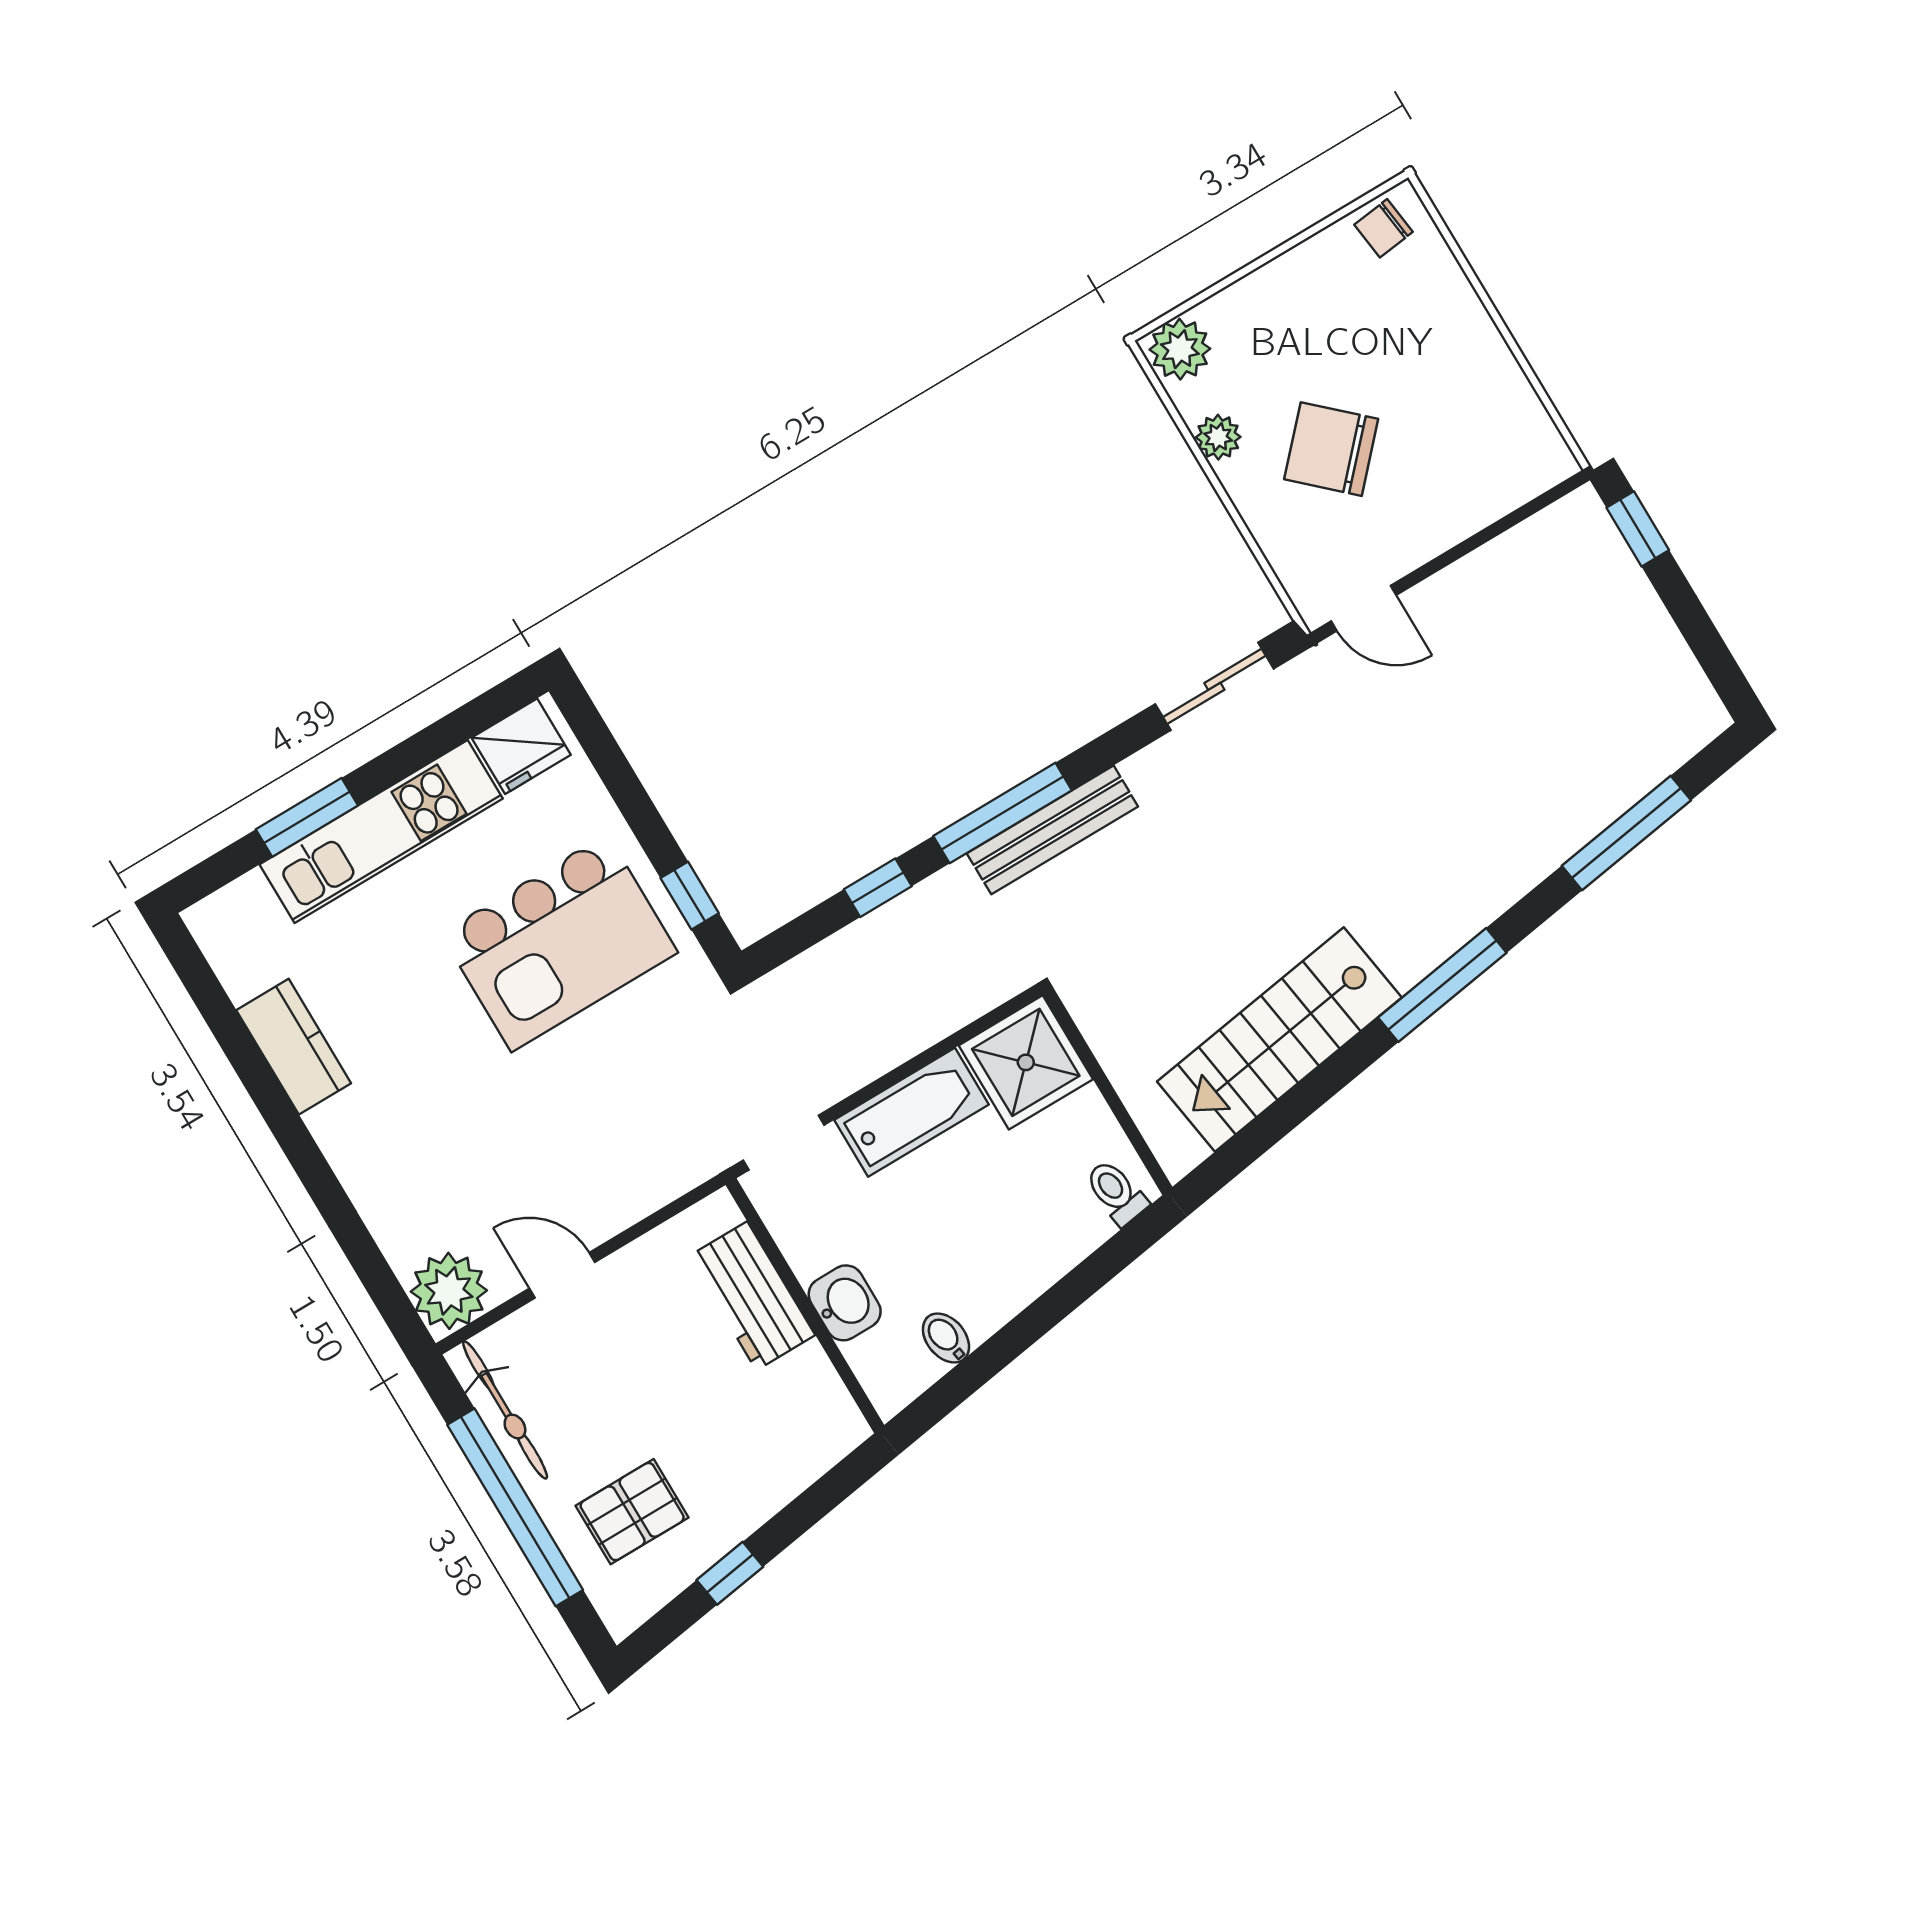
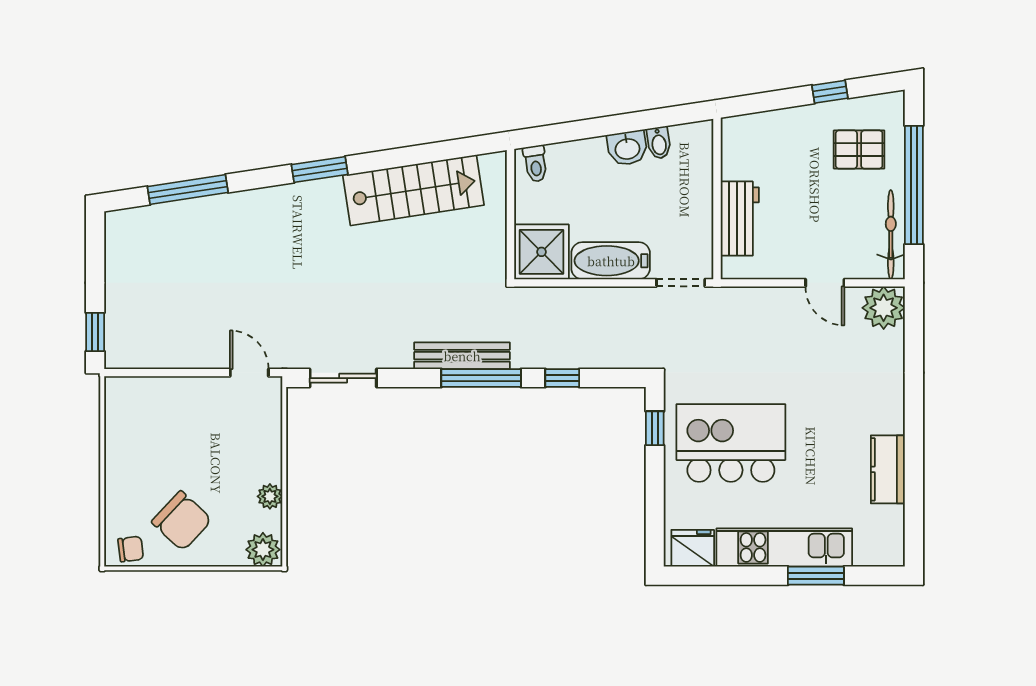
chair: (1331, 449) -> (182, 521), moved
window: (1442, 985) -> (320, 169), width x0.69
washbasin: (845, 1303) -> (627, 148), moved, turned -99

